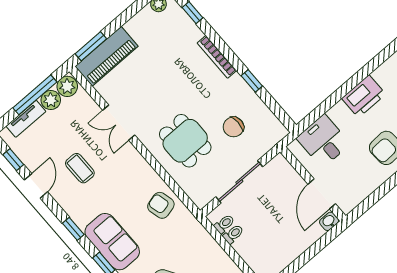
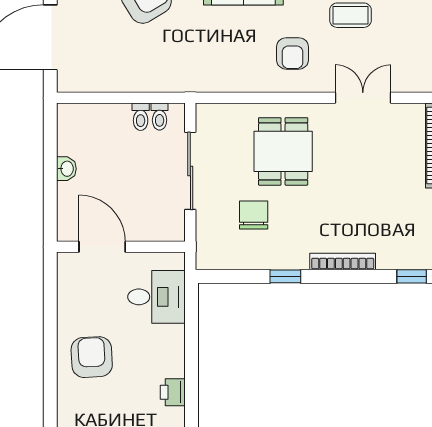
printer: (364, 96) -> (173, 392), width x0.53, depth x0.68
dining table: (185, 141) -> (283, 151), turned 90
armchair: (161, 205) -> (292, 53), moved, turned 104
washbasin: (329, 221) -> (66, 169), moved

